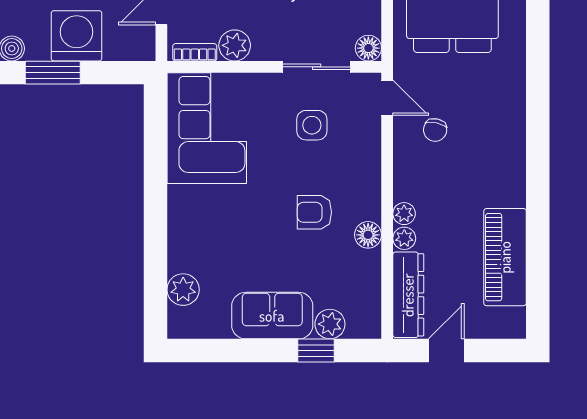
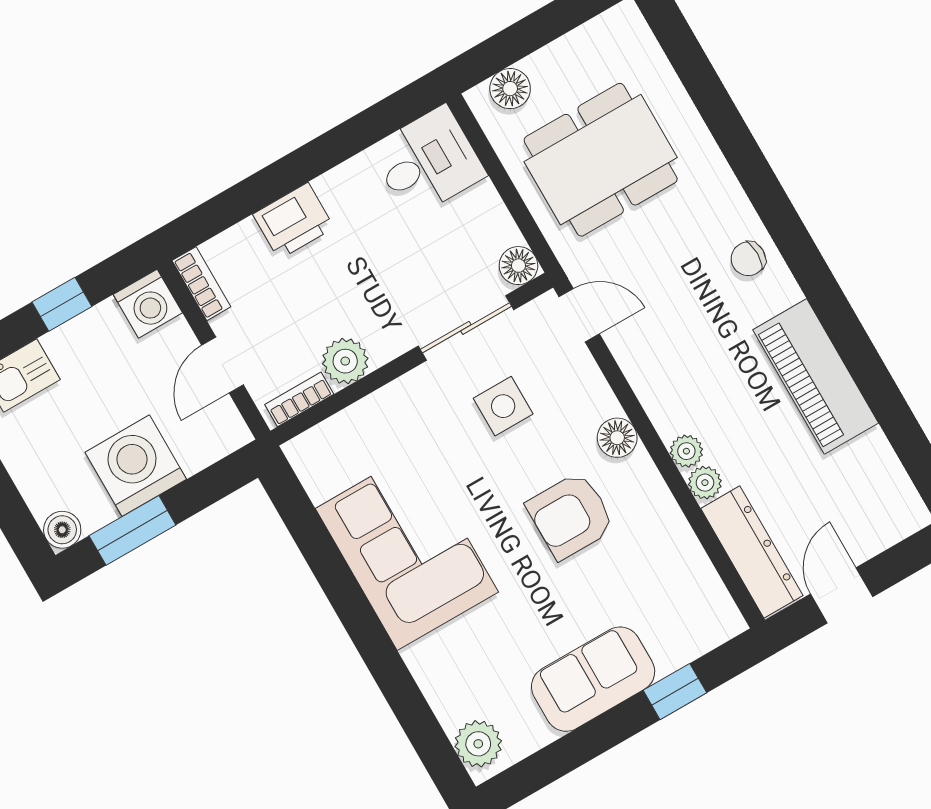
corner sofa: (207, 128) -> (407, 550), moved
chair: (435, 130) -> (748, 259), moved, turned 78
armchair: (314, 212) -> (571, 516), width x1.38, depth x1.38
floor lamp: (368, 235) -> (617, 438), moved
piano: (505, 257) -> (816, 376), moved
plant: (183, 290) -> (478, 744), moved
plant: (330, 324) -> (673, 647), removed

